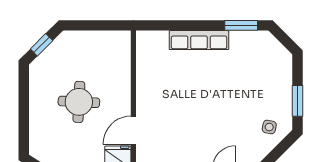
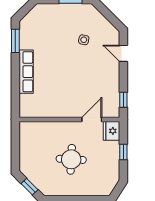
side table: (269, 127) -> (84, 40), moved
door: (133, 130) -> (92, 120), swing flipped

